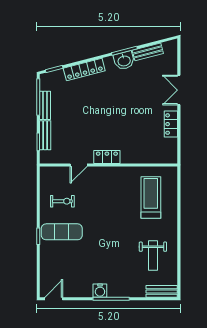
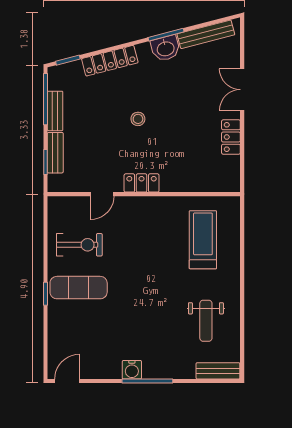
bench: (148, 52) -> (206, 34), width x1.36
stool: (104, 111) -> (138, 119), added
exercise bike: (62, 201) -> (79, 245), width x1.38, depth x1.39

